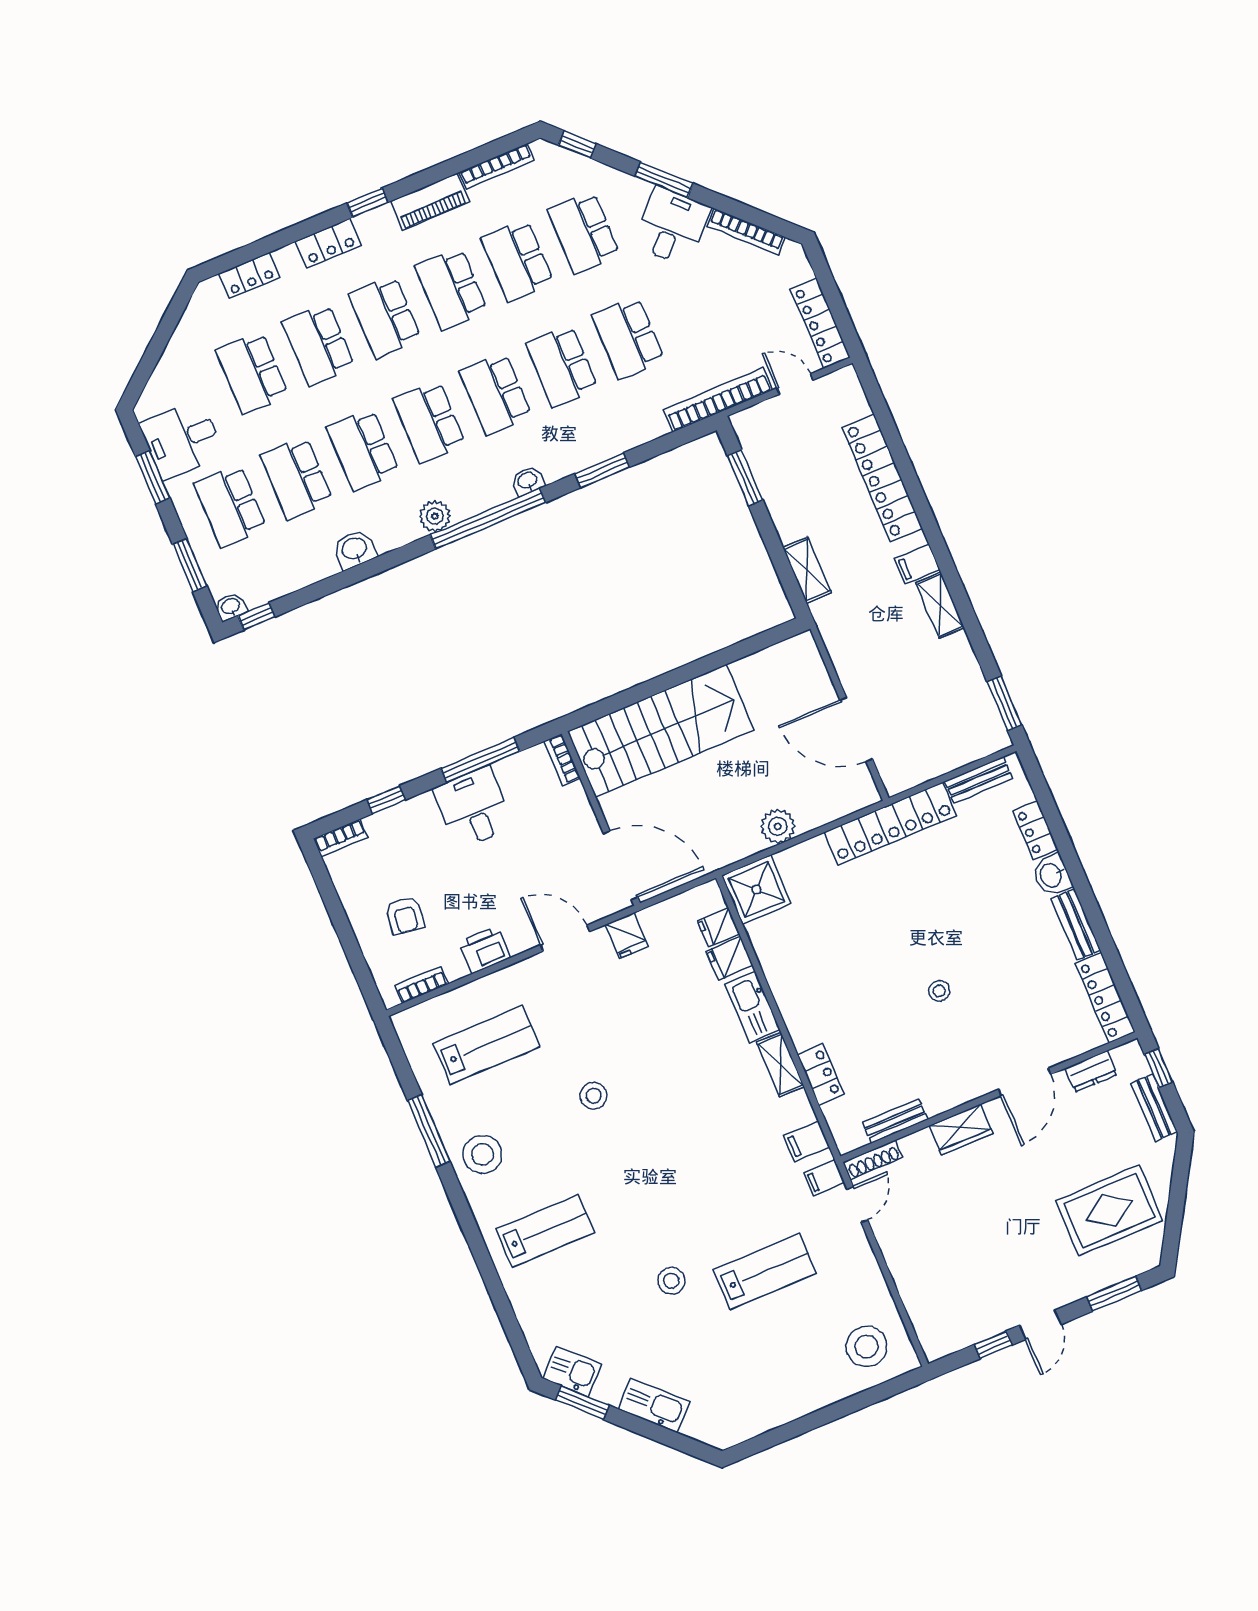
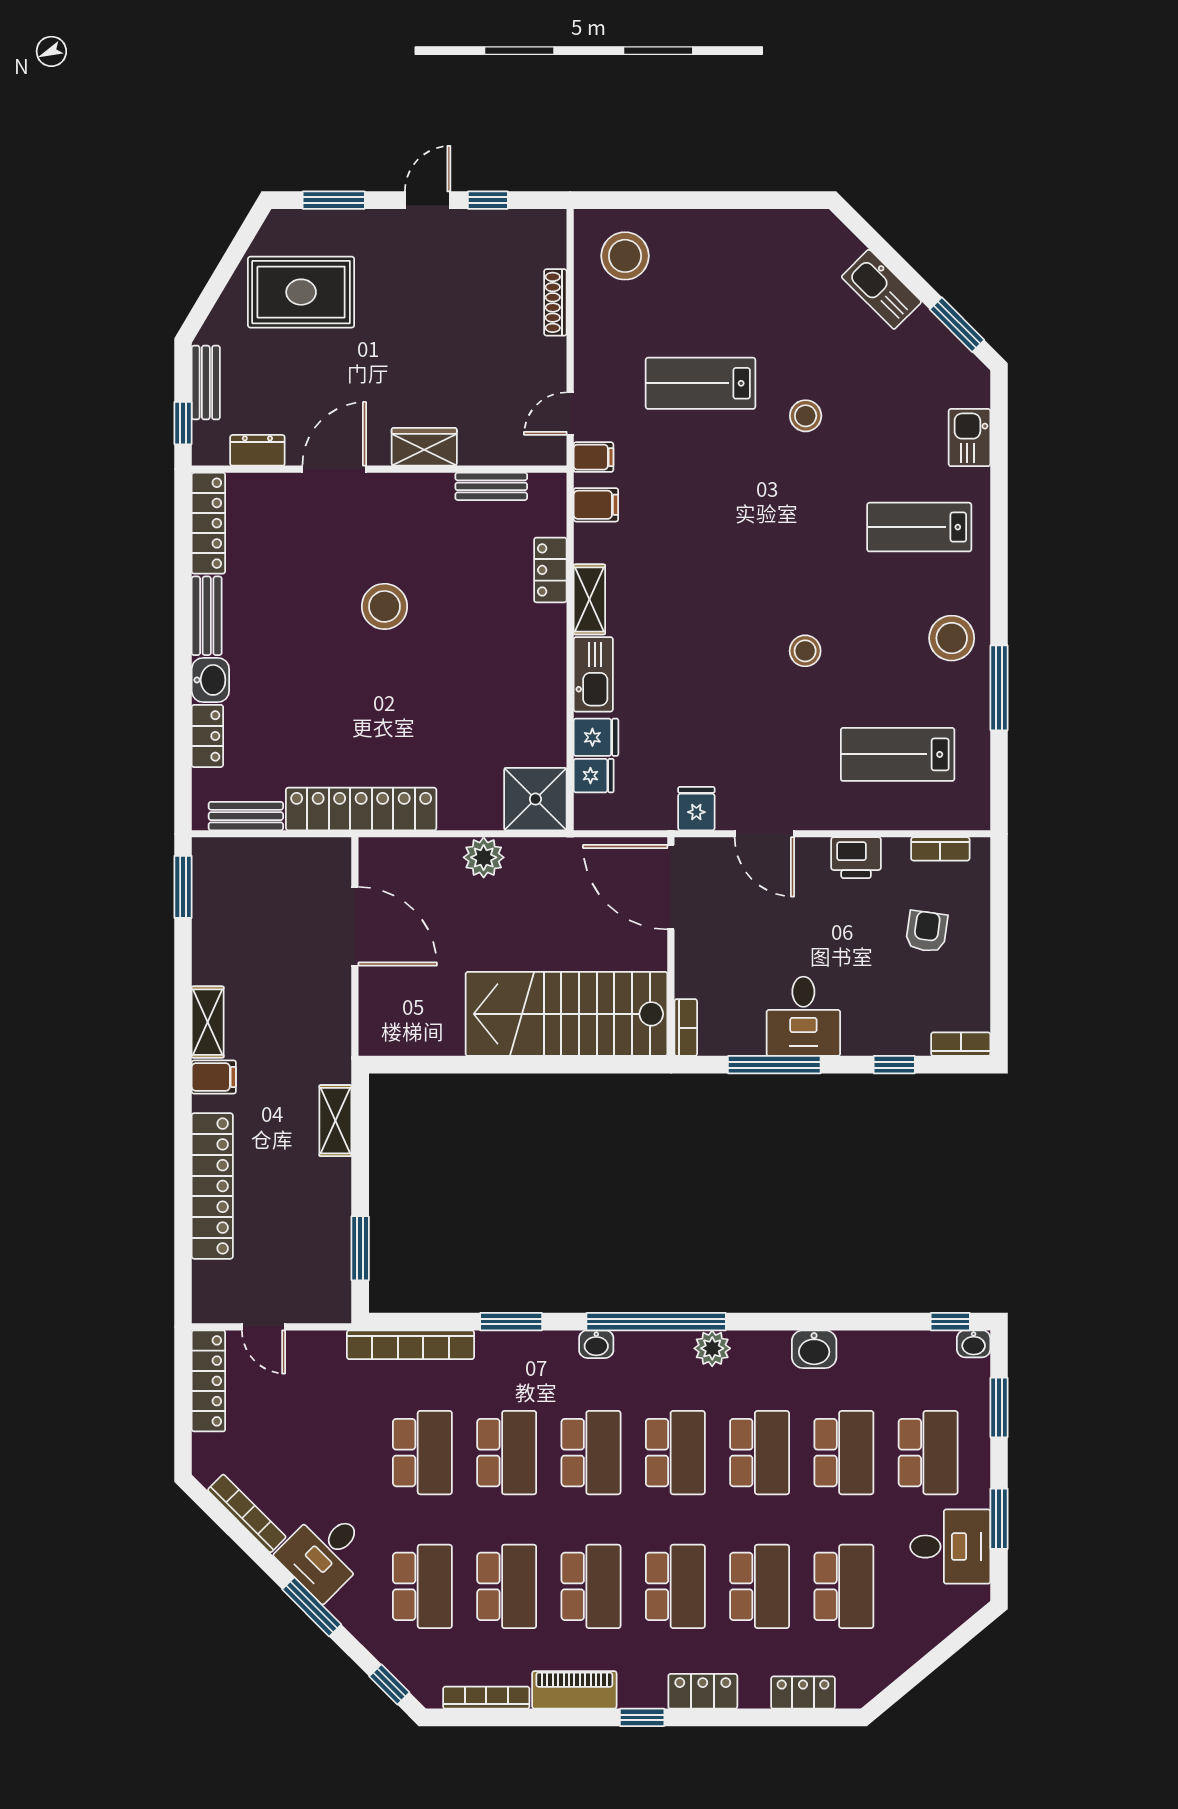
bookcase: (718, 400) -> (410, 1345), moved
stool: (939, 991) -> (384, 606), width x1.89, depth x1.89
shoe rack: (873, 1160) -> (555, 302), moved, turned -90
kitchen sink: (572, 1371) -> (969, 438), moved, turned 45

